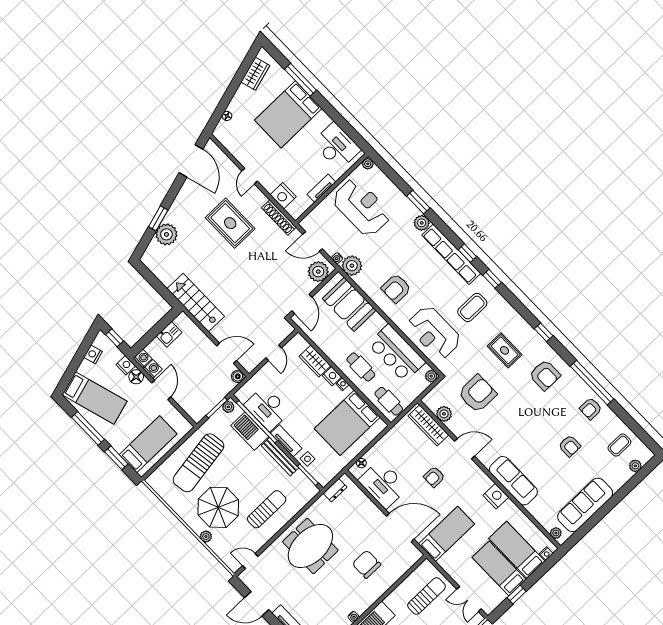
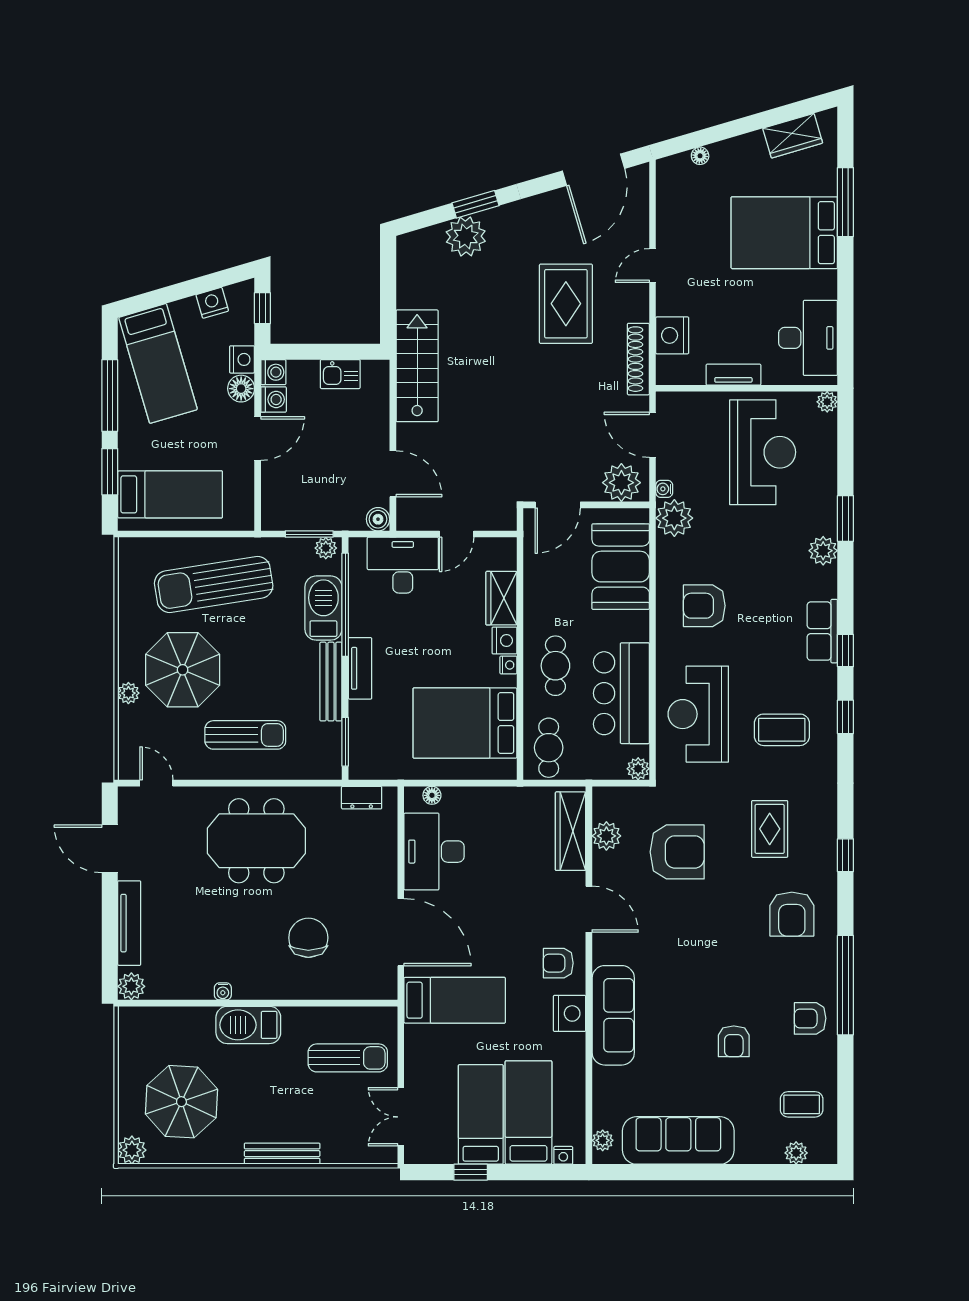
row of seats: (451, 254) -> (822, 631), width x0.50
desk: (267, 408) -> (403, 565), moved, turned 90
side table: (308, 459) -> (365, 720), removed
armchair: (434, 477) -> (558, 963), moved

